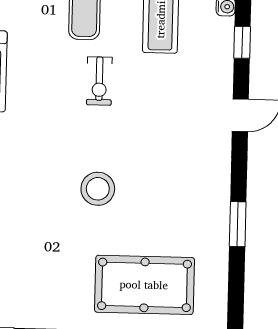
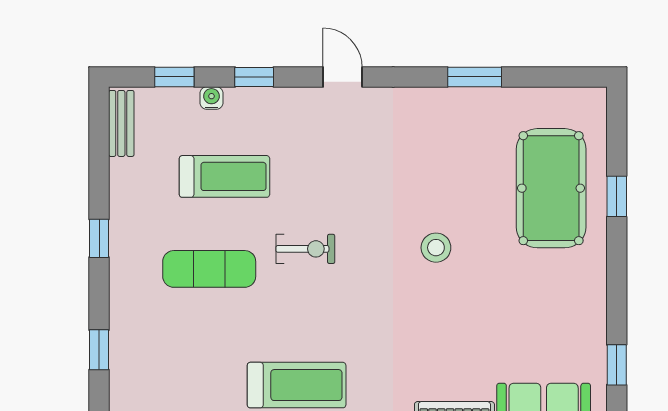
stool: (98, 189) -> (436, 248), width x0.73, depth x0.73

